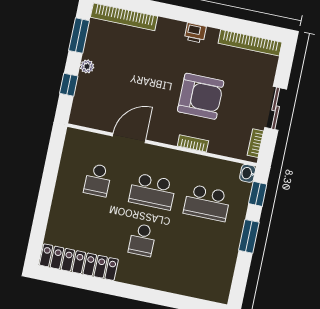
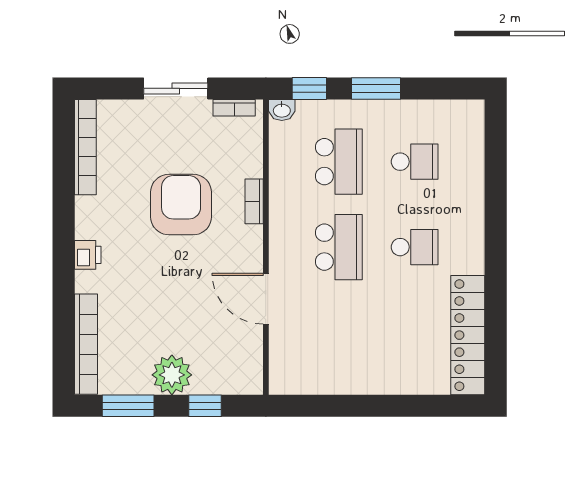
printer: (195, 33) -> (88, 255), moved
plant: (87, 66) -> (172, 375), width x1.87, depth x1.87
school desk: (98, 180) -> (415, 162), moved

